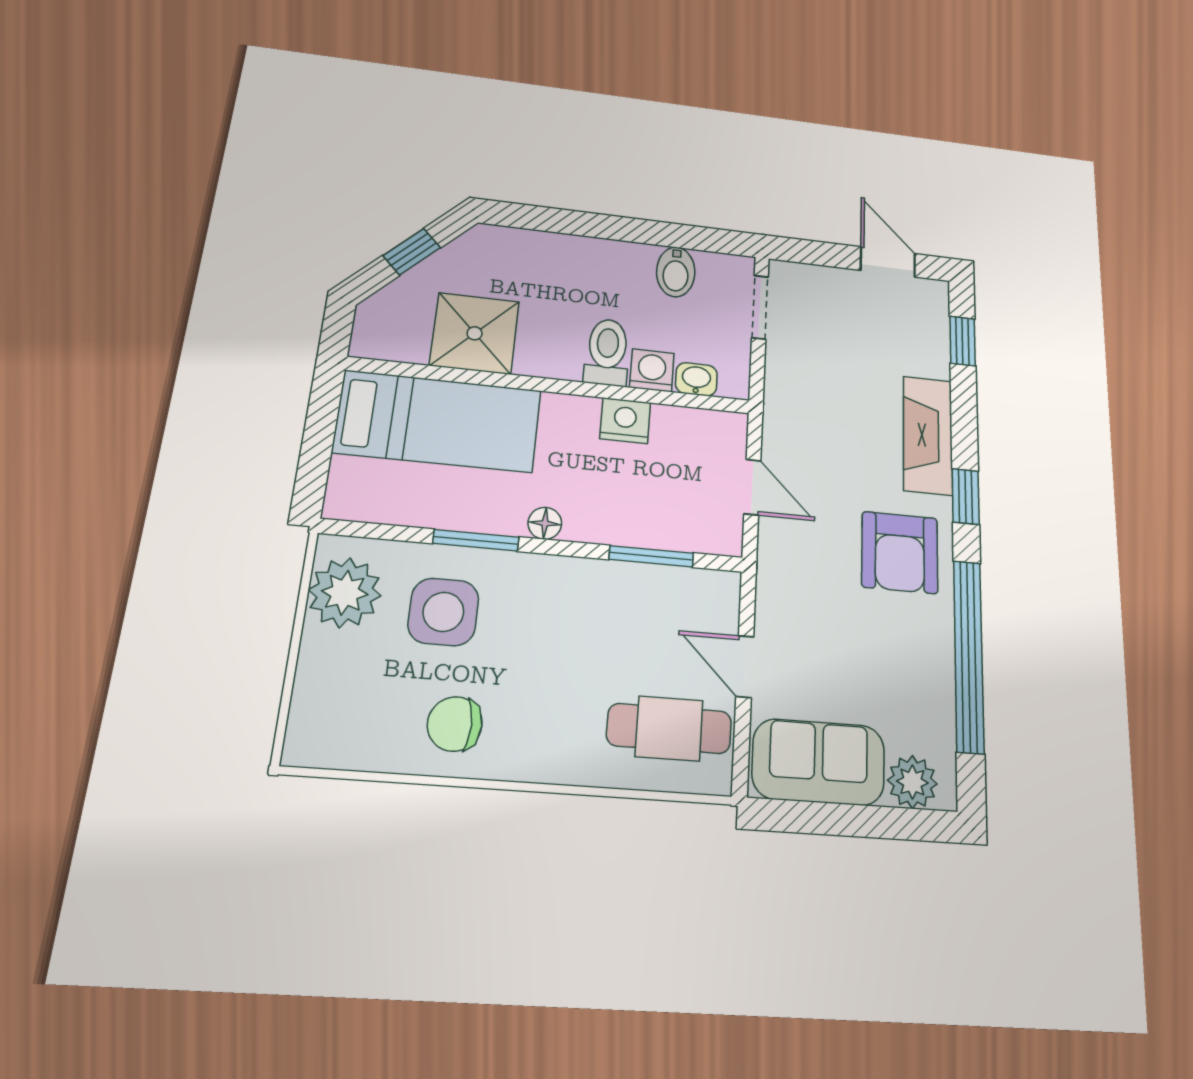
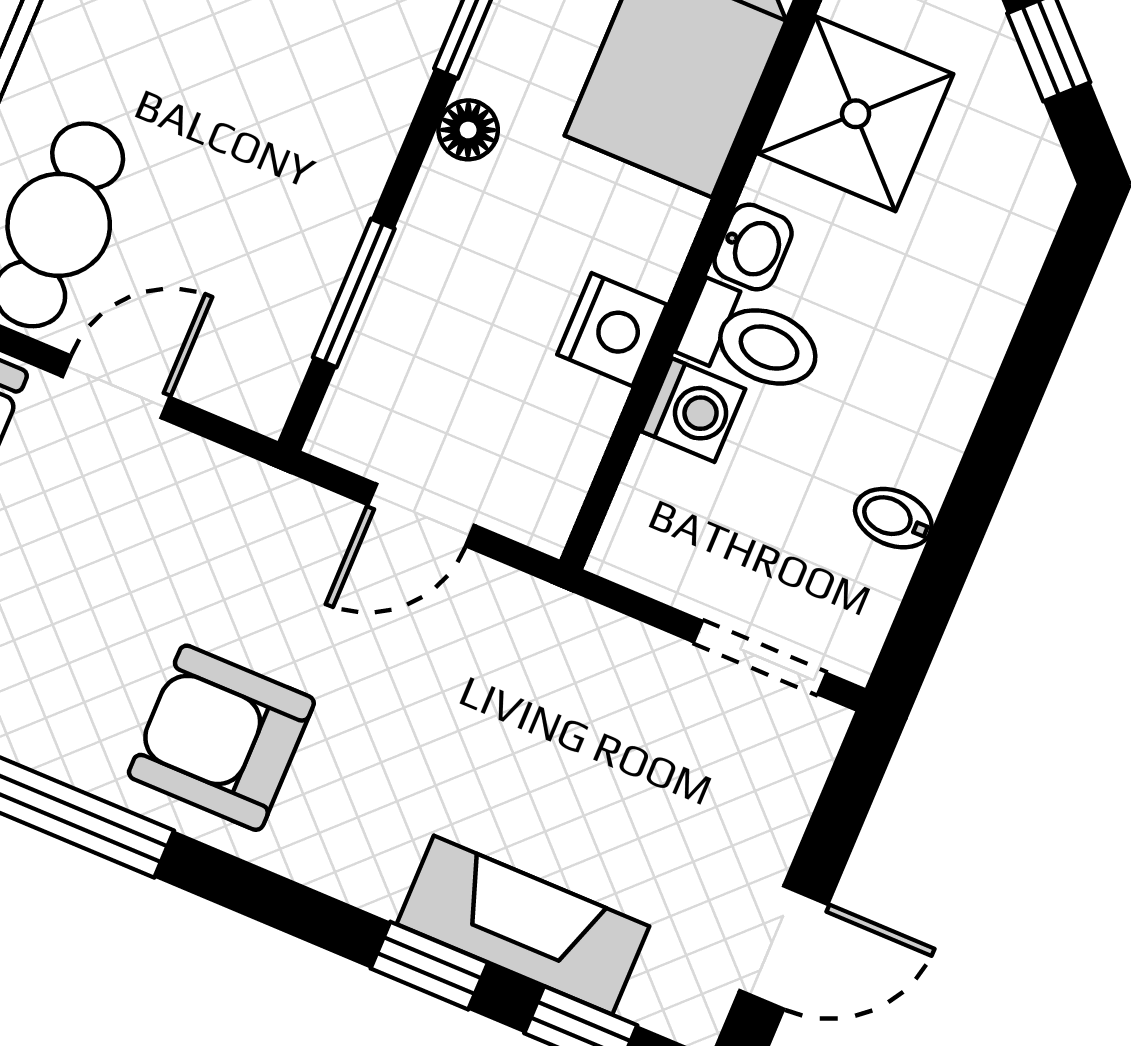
bidet: (676, 272) -> (893, 518), width x0.72, depth x0.74
washbasin: (696, 379) -> (753, 247), moved
fireplace: (928, 435) -> (523, 925), moved
window: (966, 497) -> (429, 966), moved

